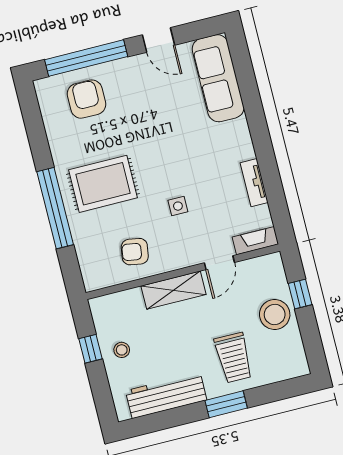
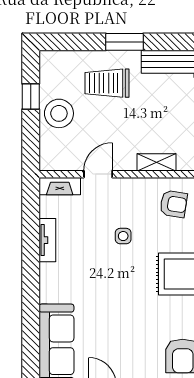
shelving: (173, 290) -> (156, 162), width x0.67, depth x0.75
window: (300, 294) -> (31, 97), moved
trolley: (234, 358) -> (107, 83), turned -90

